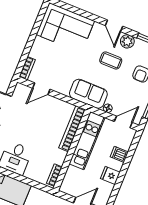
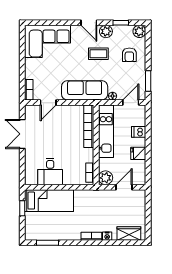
sofa: (88, 94) -> (85, 90), width x1.36
plant: (68, 187) -> (106, 178), added

